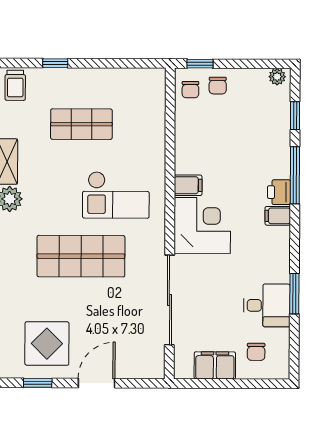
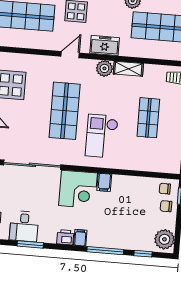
plant: (277, 77) -> (164, 239), width x1.88, depth x1.88
printer: (279, 192) -> (65, 237), moved

